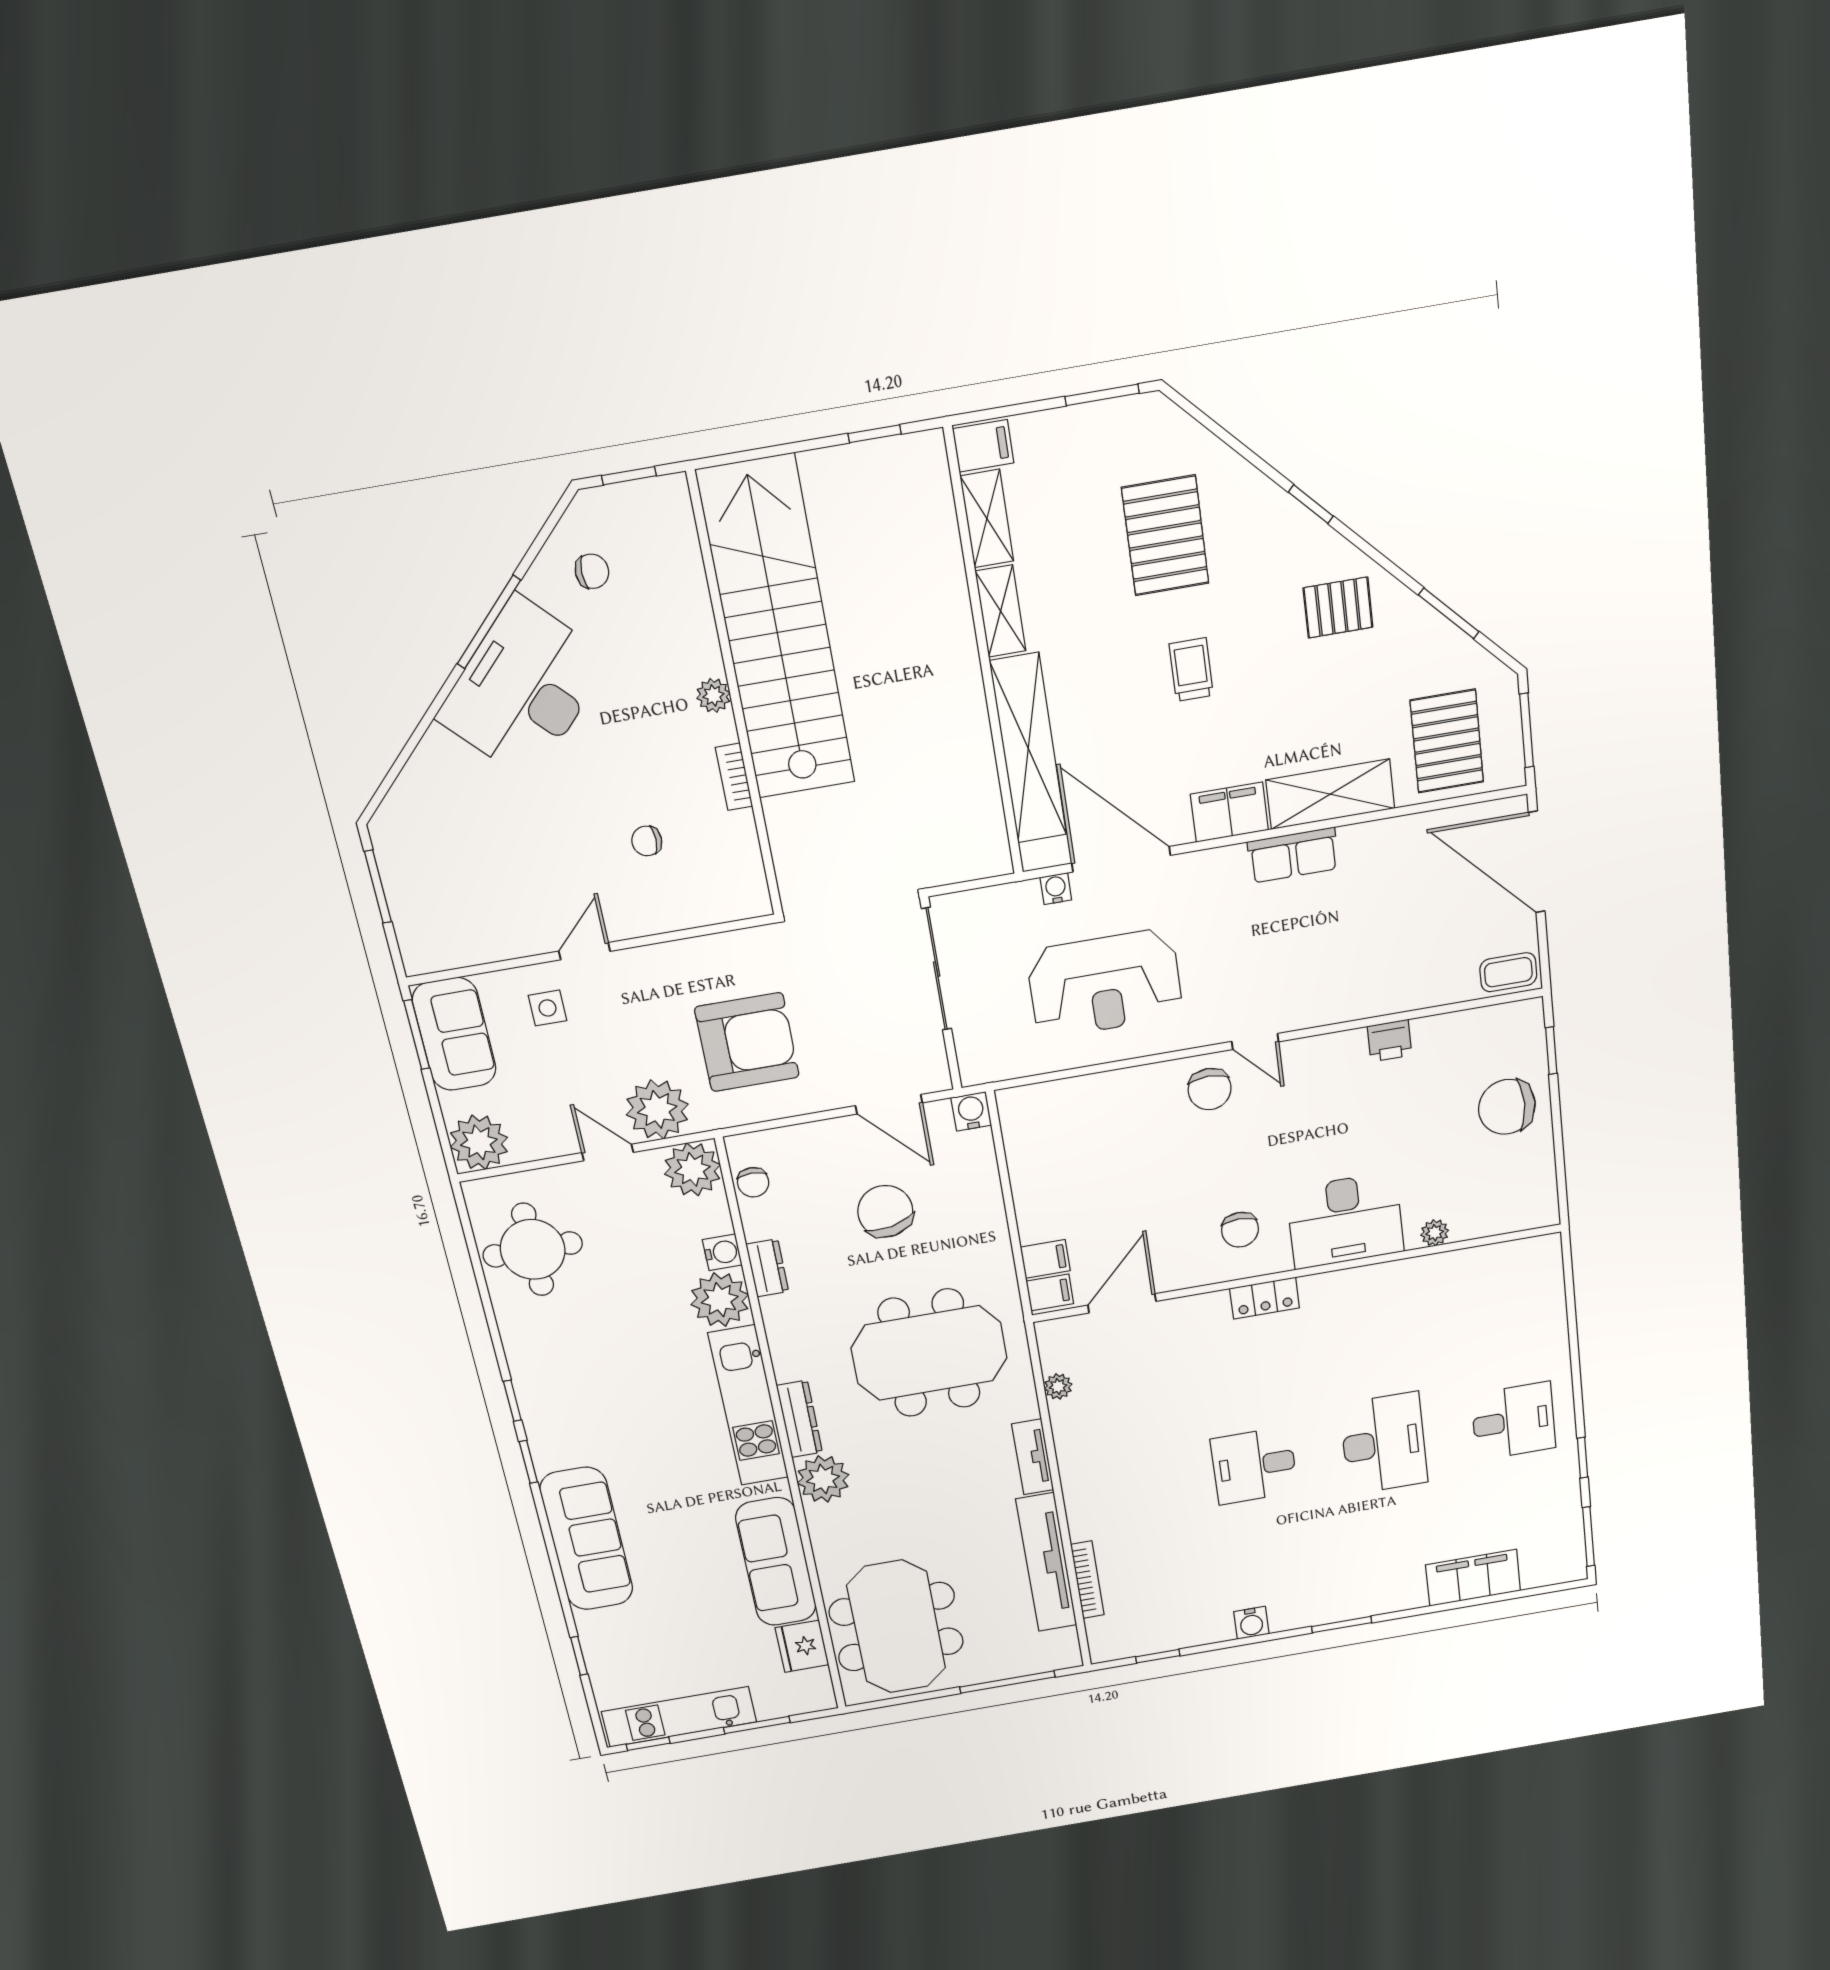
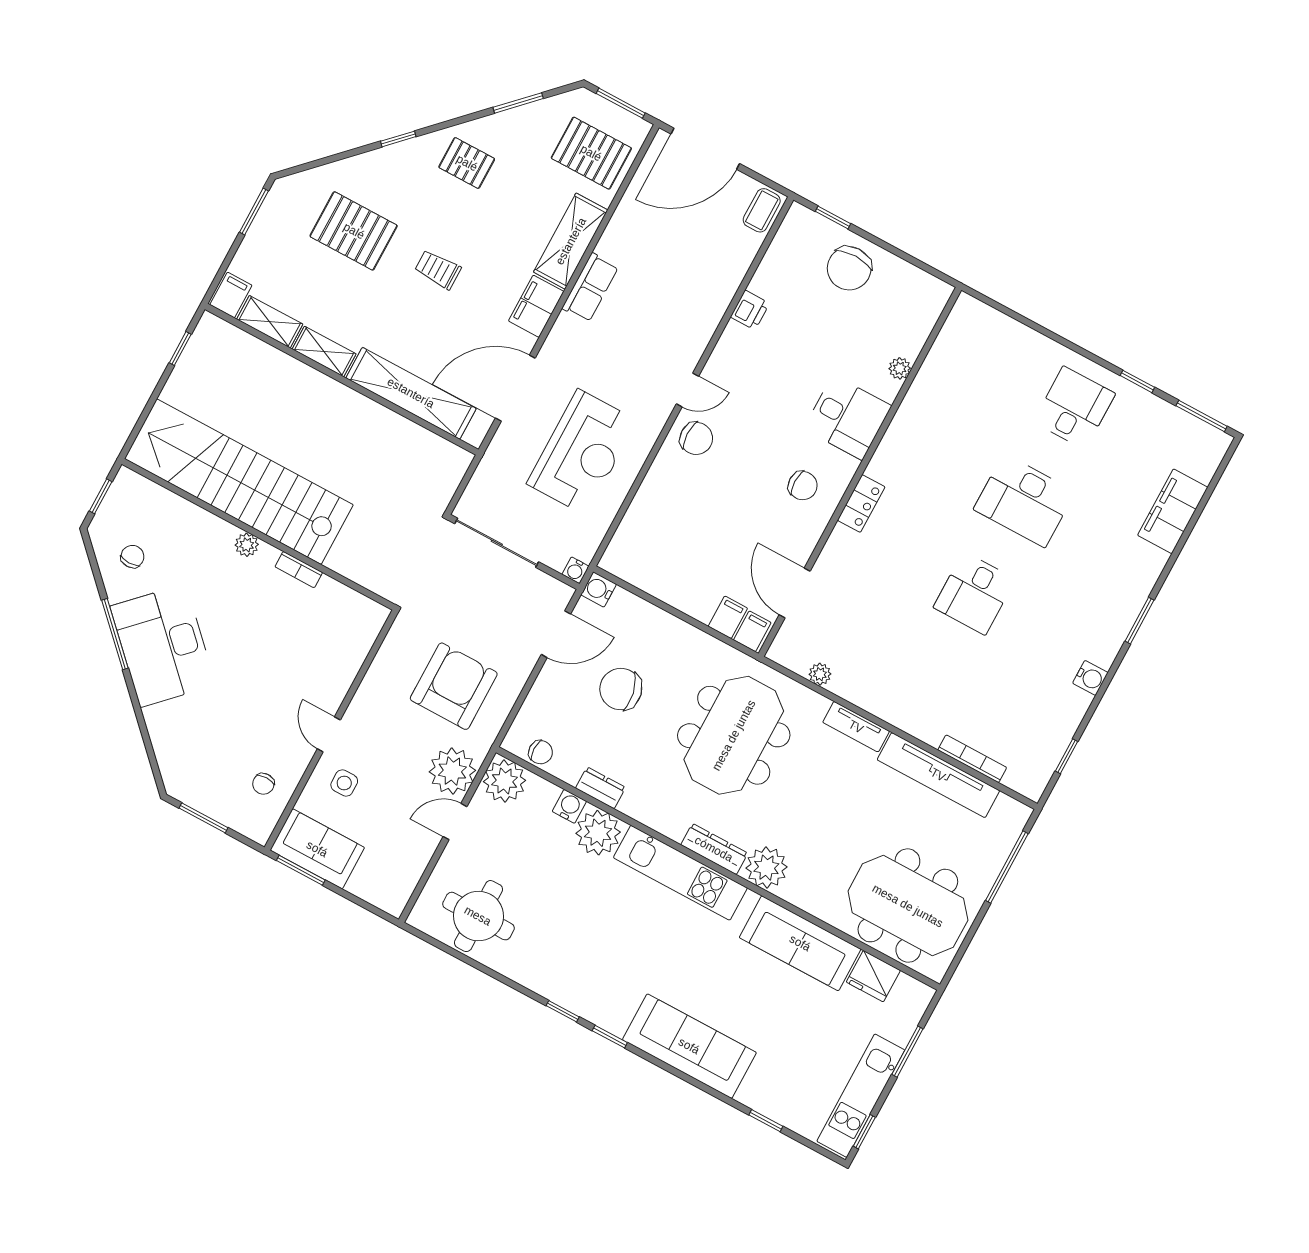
pallet: (1338, 608) -> (467, 163), turned 90
chair: (647, 841) -> (263, 784), moved
water cooler: (1056, 889) -> (575, 570), moved, turned -90
plant: (479, 1142) -> (390, 890), removed
desk: (1345, 1220) -> (848, 417), width x0.73
desk: (1384, 1443) -> (1024, 501), turned 180

